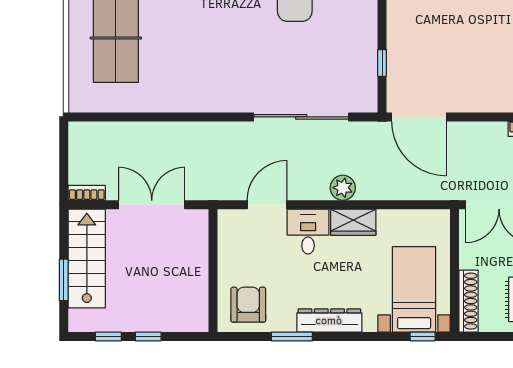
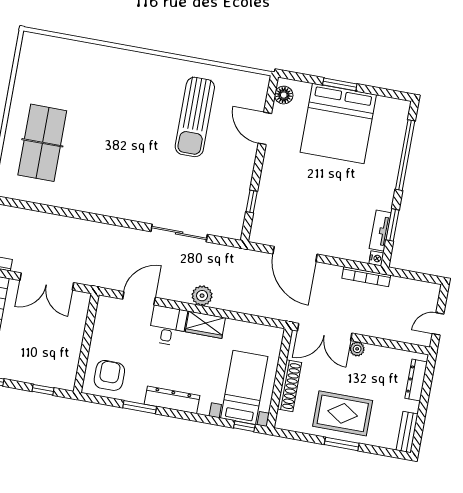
sliding door: (301, 117) -> (179, 233), width x0.73
door: (419, 117) -> (295, 254), moved
double door: (152, 205) -> (47, 281), swing flipped
shoe rack: (468, 301) -> (290, 386), moved
window: (148, 336) -> (43, 390), moved

